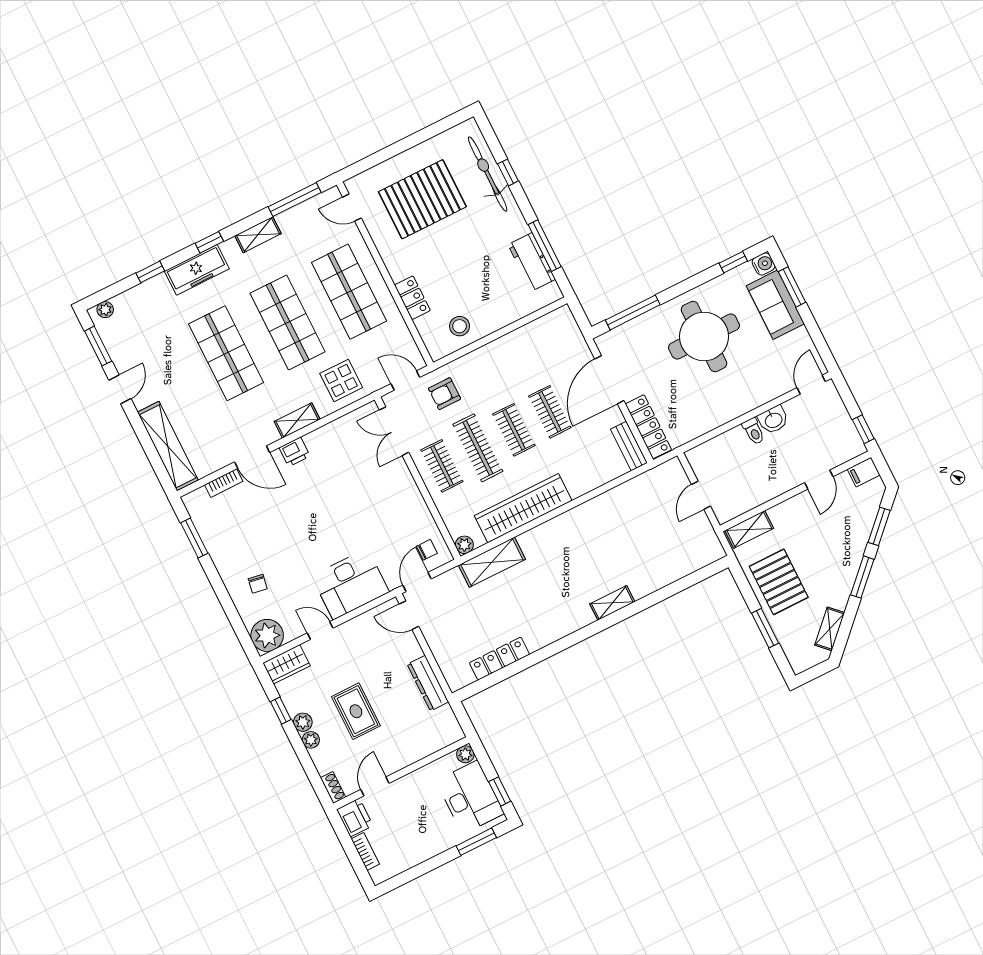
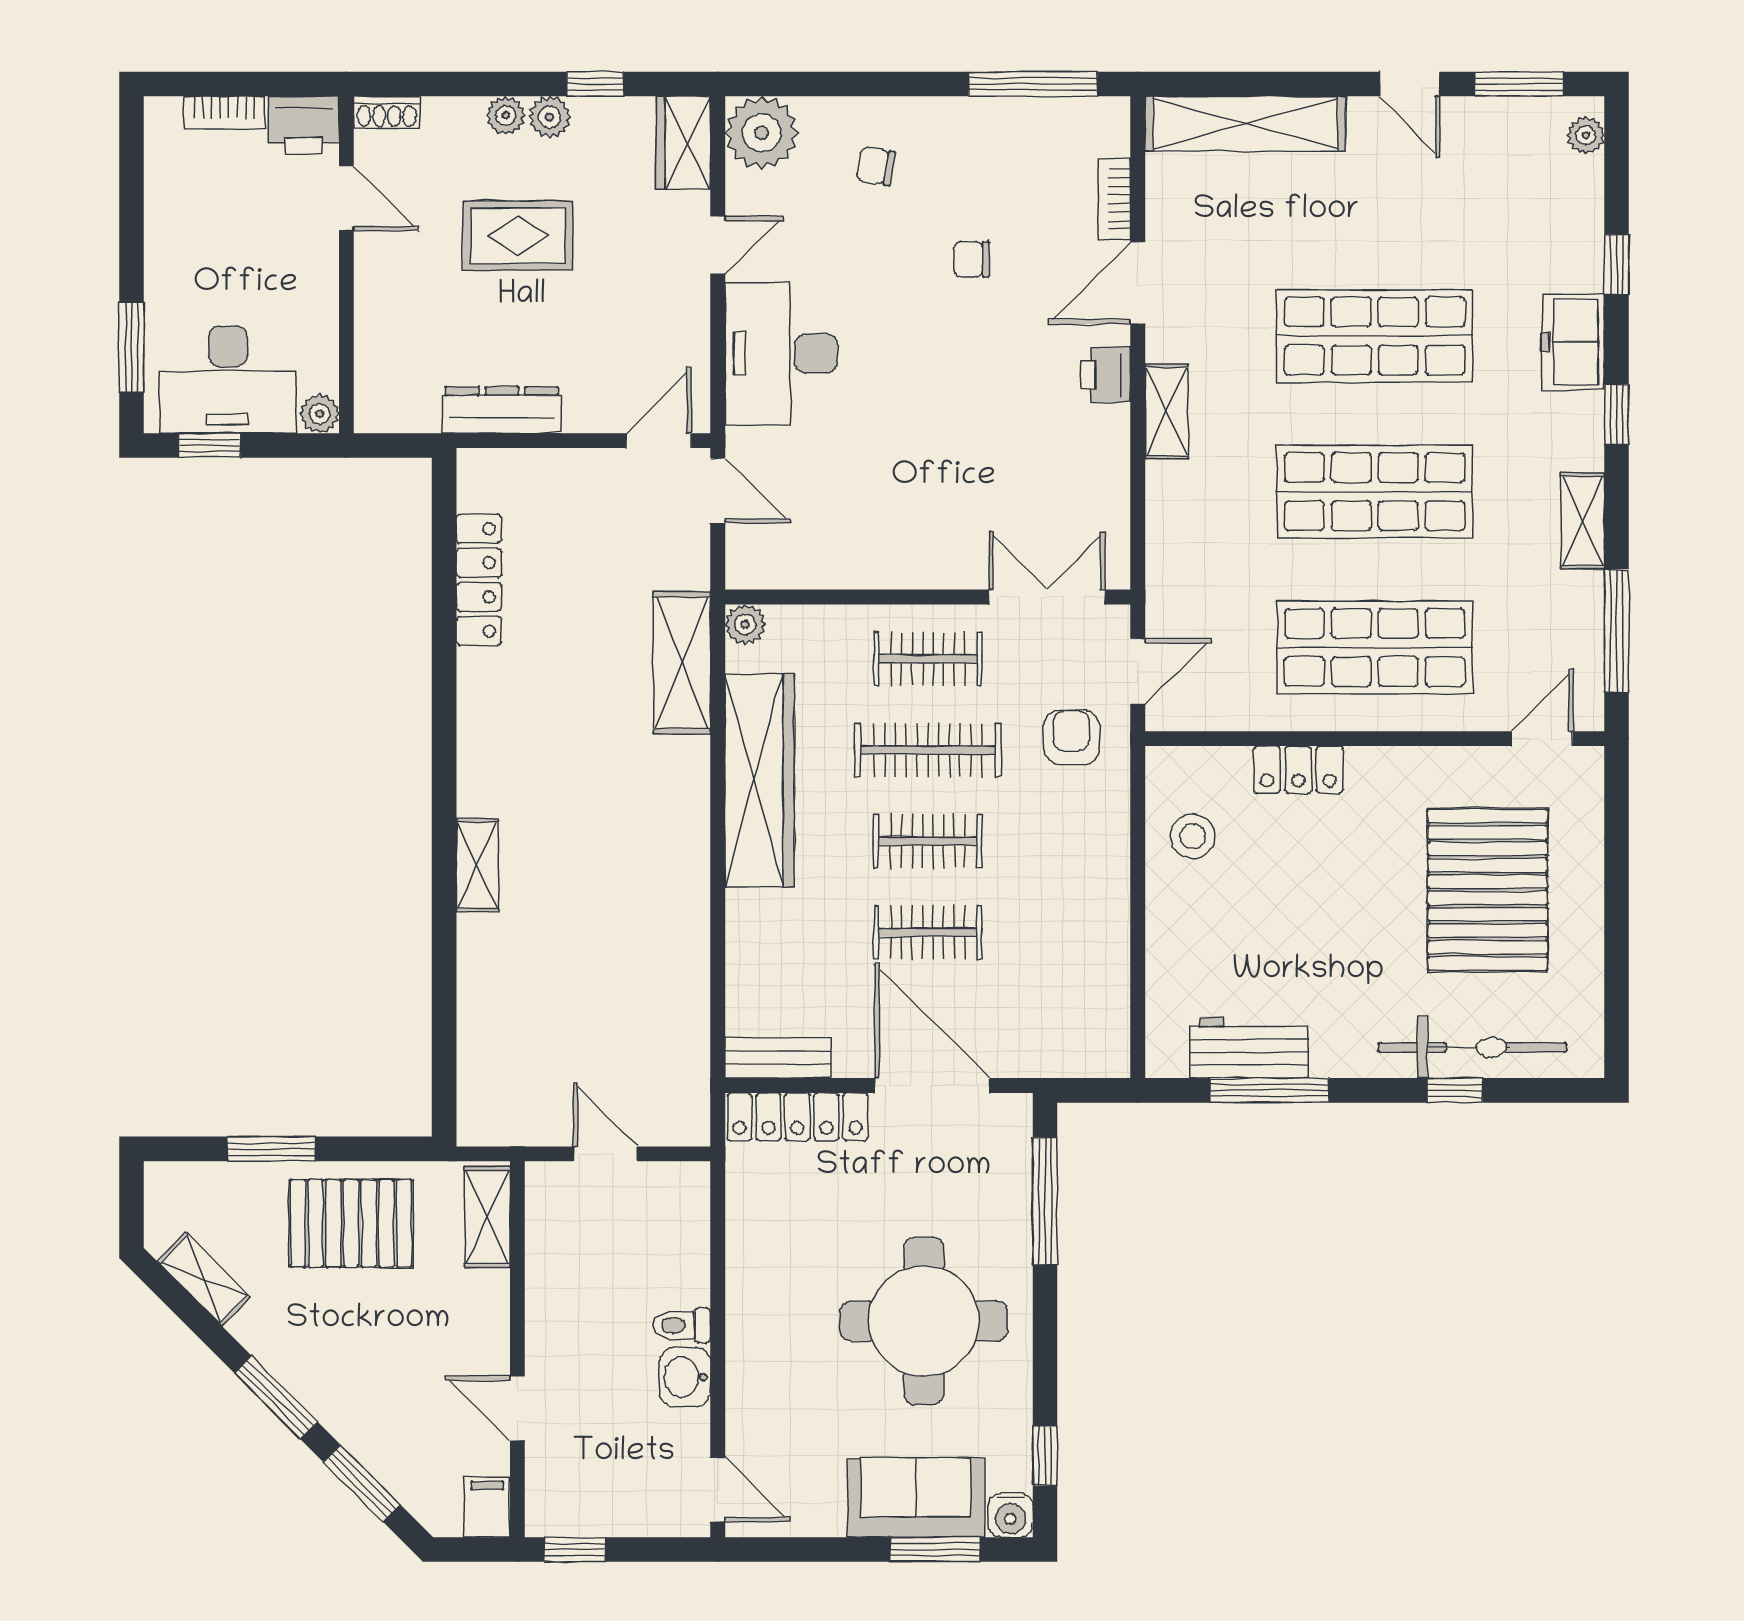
freezer: (197, 270) -> (1573, 342), width x0.71
display table: (341, 380) -> (1203, 541), removed
window: (194, 538) -> (1033, 84), width x1.44
chair: (427, 550) -> (972, 259), moved, turned 90

